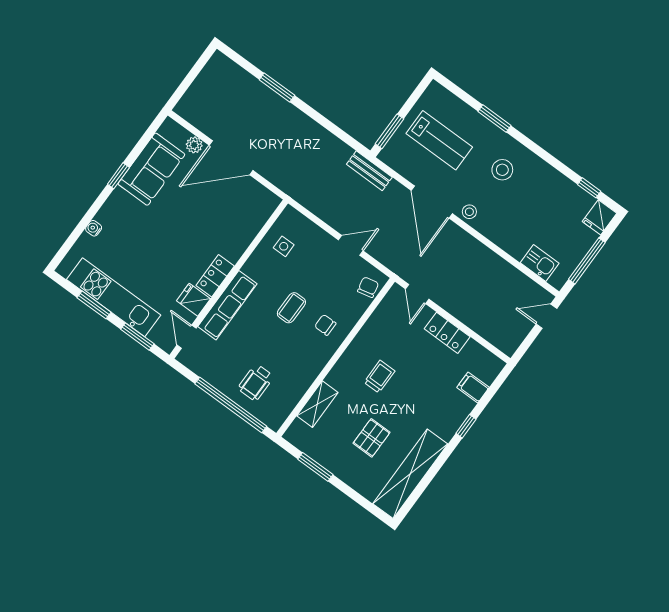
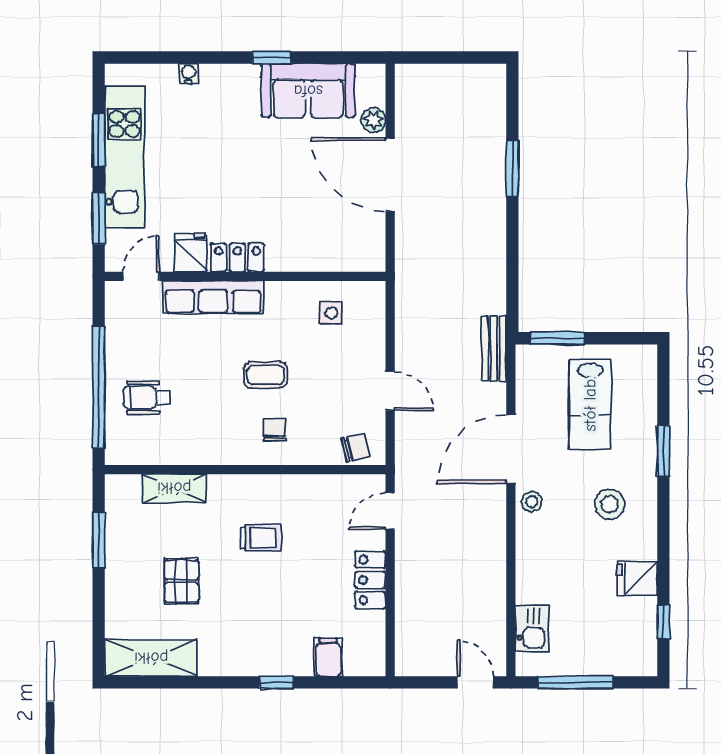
fridge: (599, 217) -> (637, 579), moved
pallet: (372, 438) -> (181, 581), turned 90
shelving: (410, 474) -> (151, 658), width x0.68

